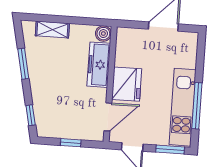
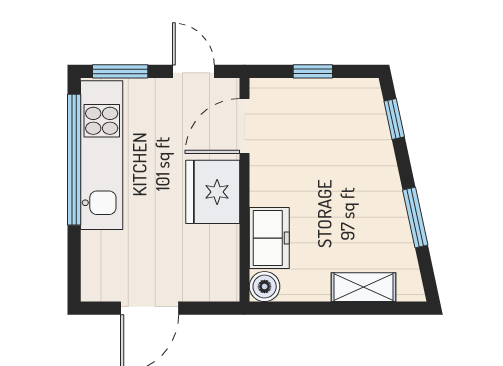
freezer: (99, 65) -> (269, 238), width x0.71
window: (197, 106) -> (74, 160), width x1.46

